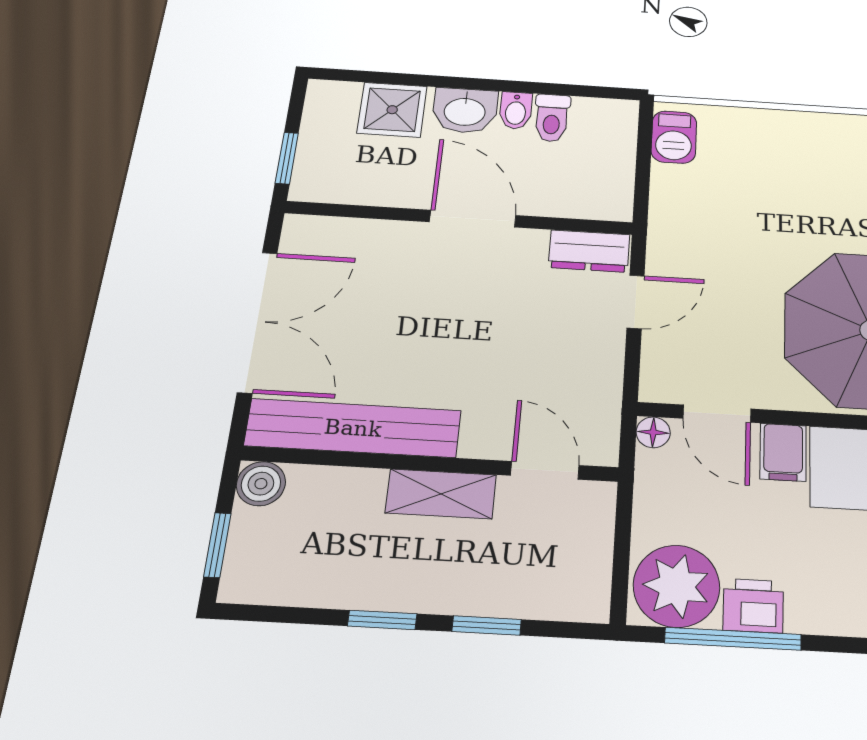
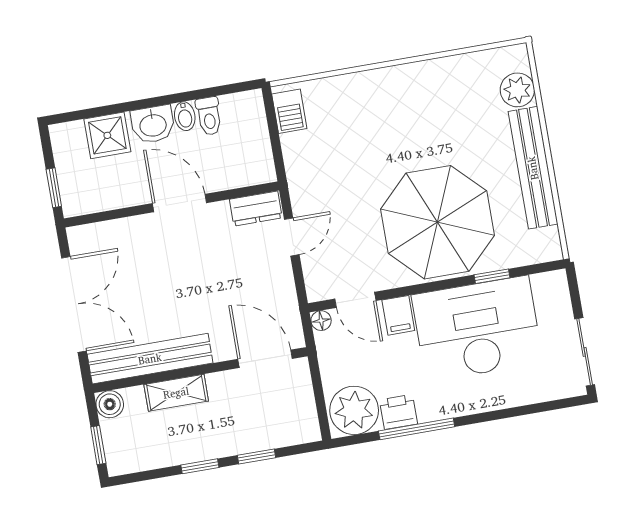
door: (545, 470) -> (265, 359), width x1.38
shelving: (441, 494) -> (176, 393), moved
window: (733, 639) -> (417, 429), moved

